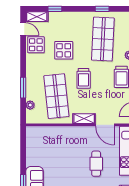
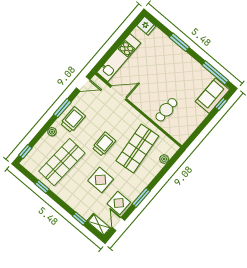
window: (23, 88) -> (141, 198), moved
shelving: (84, 119) -> (131, 112), removed
door: (105, 125) -> (118, 93), hinge flipped
cafe table: (96, 164) -> (166, 110), moved

